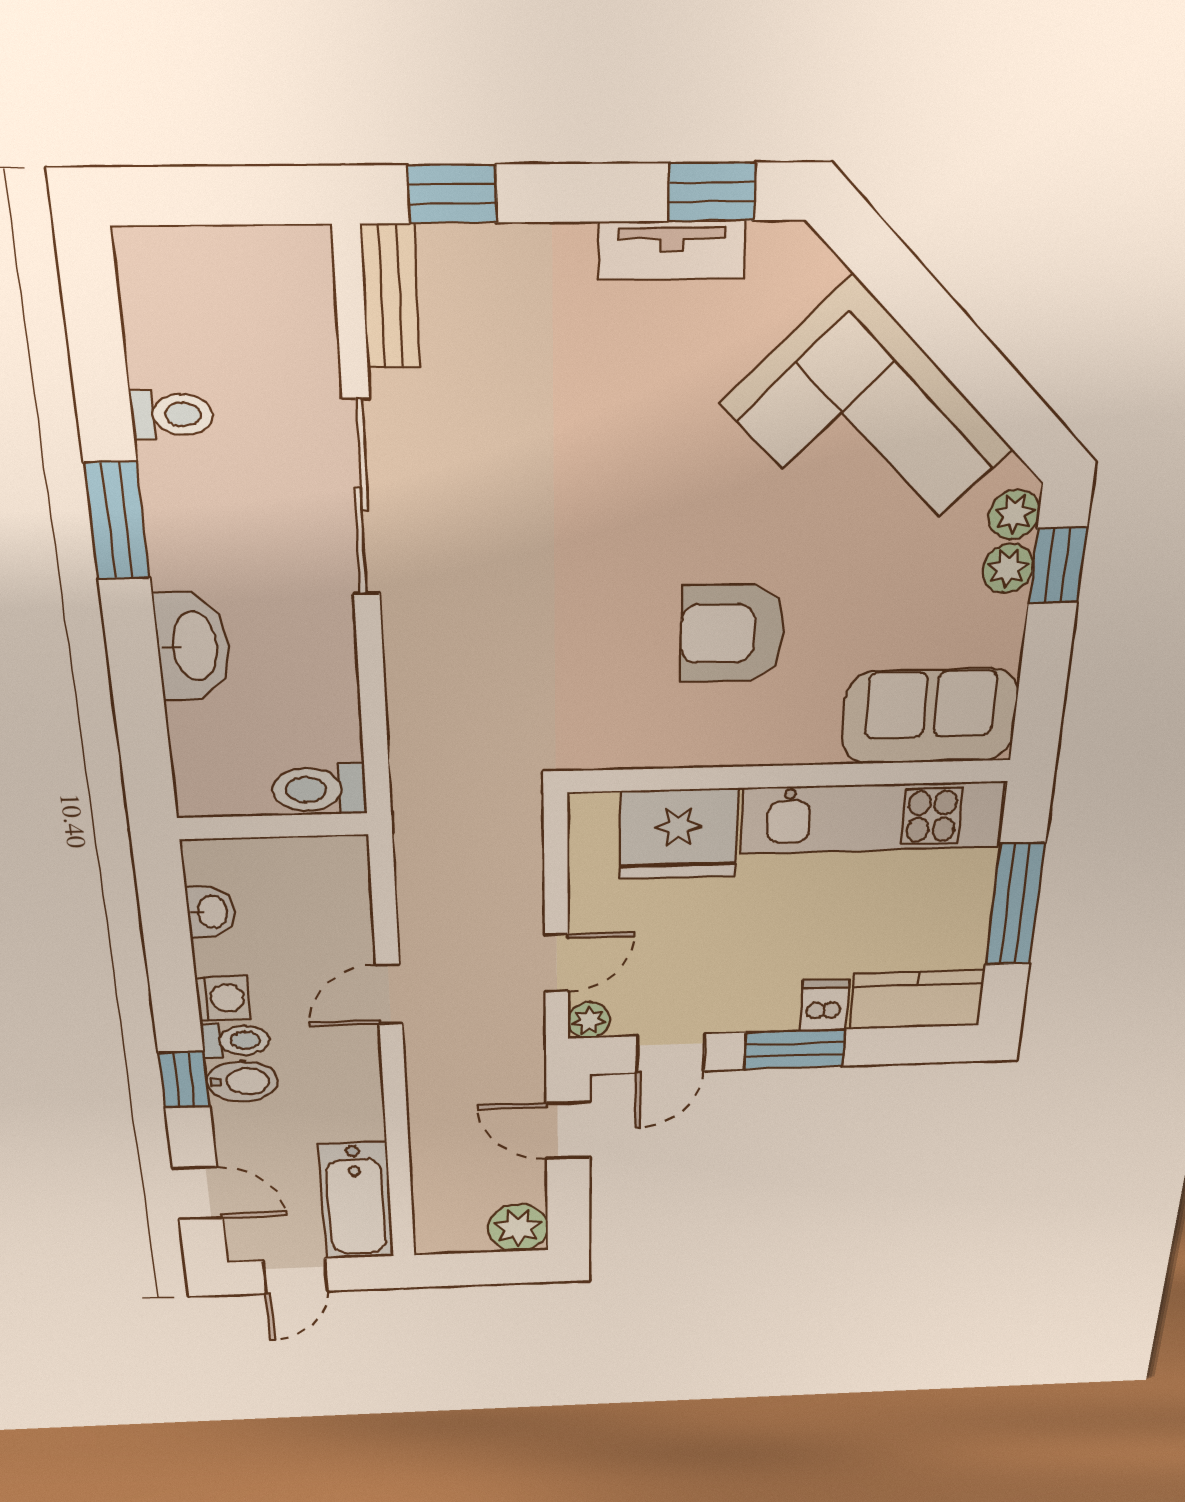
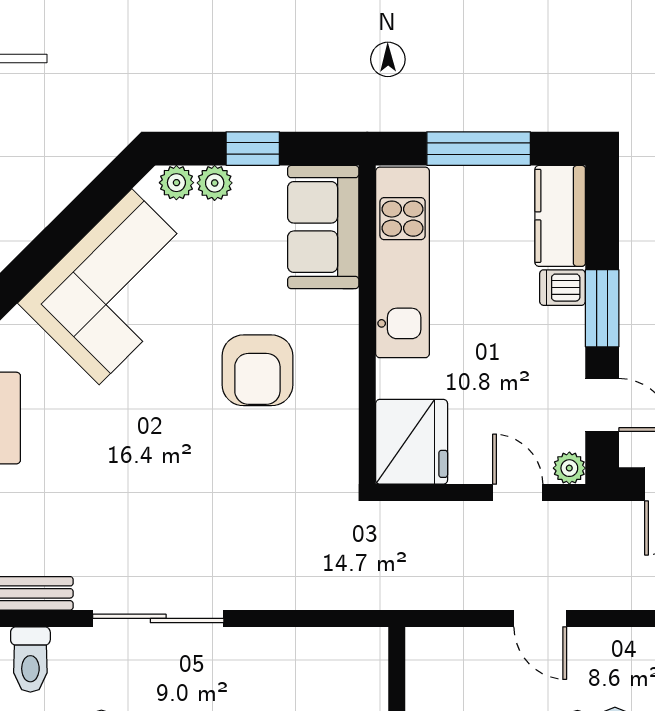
window: (1058, 565) -> (253, 149), moved
toilet: (319, 789) -> (30, 660), moved
fridge: (679, 834) -> (412, 442), moved

